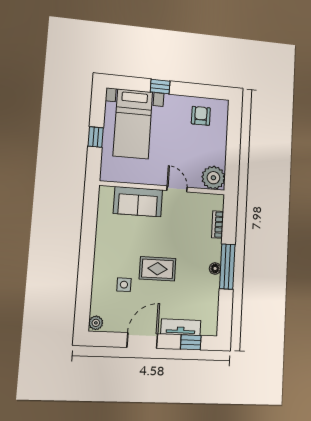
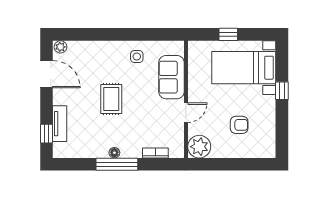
armchair: (201, 116) -> (239, 125), moved
side table: (124, 285) -> (137, 57), moved
door: (142, 340) -> (47, 74), moved

